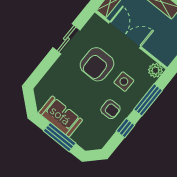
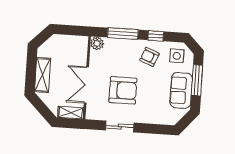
side table: (124, 82) -> (177, 56), moved
armchair: (110, 109) -> (150, 57), turned -68

